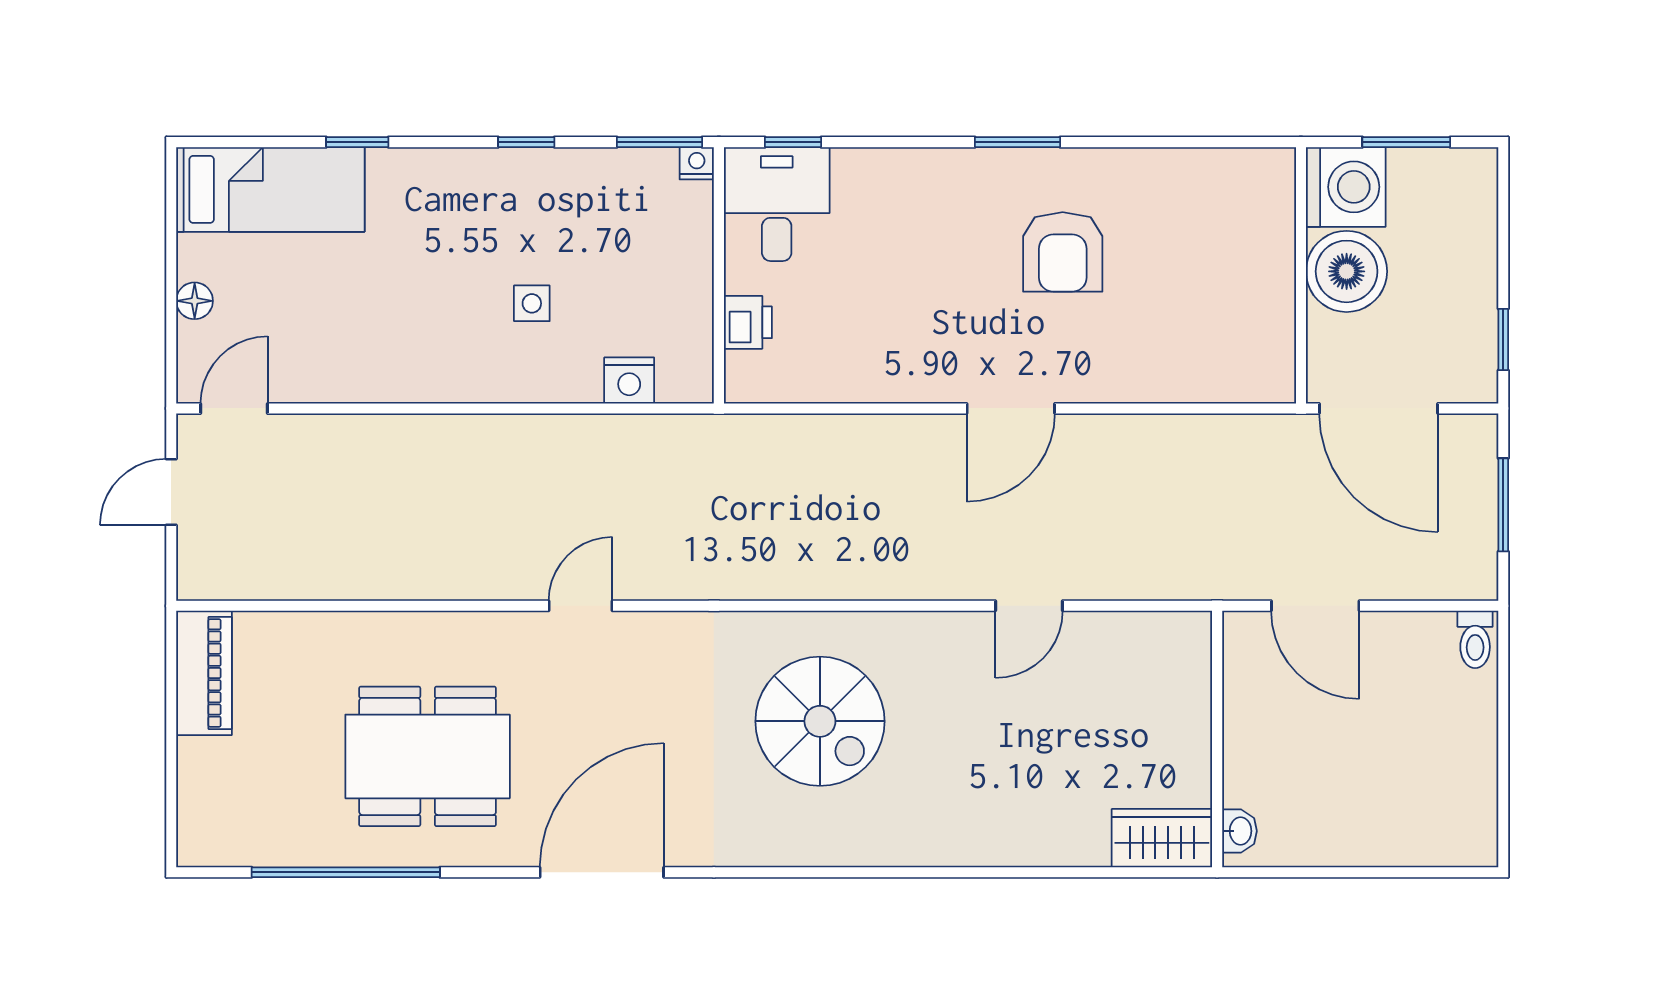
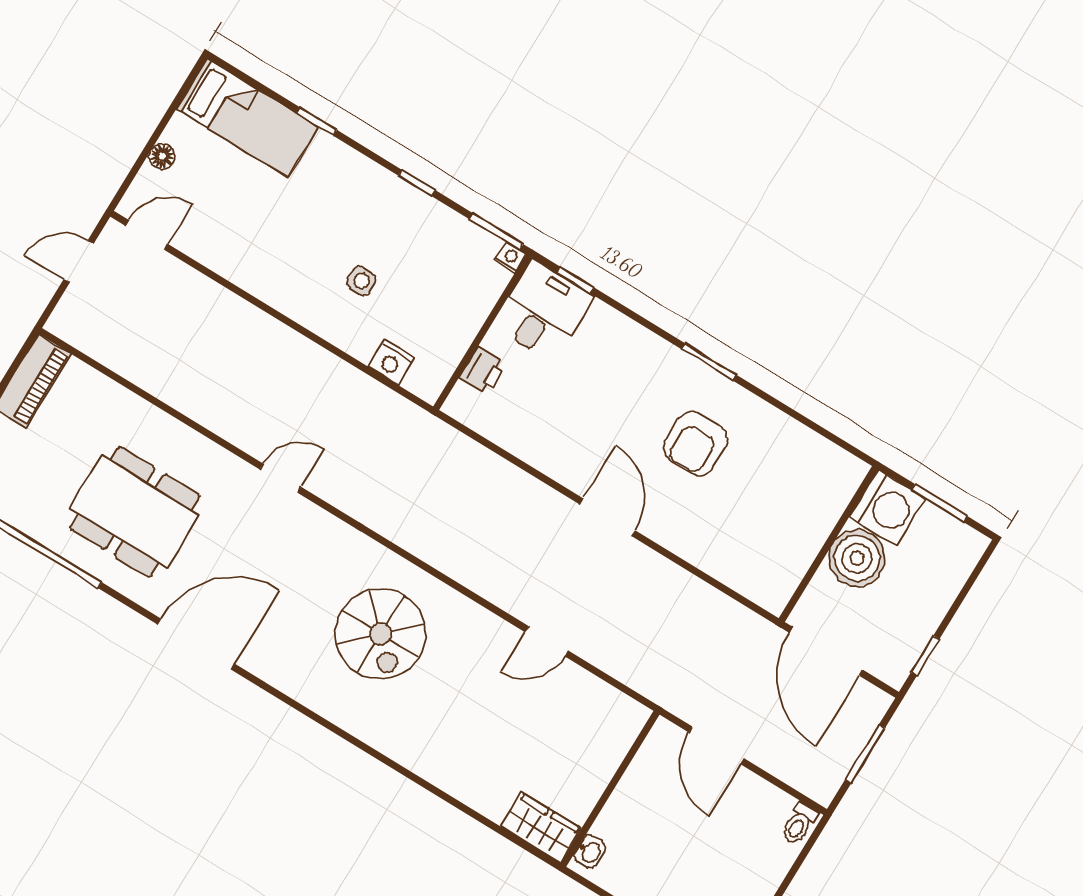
door: (1011, 408) -> (608, 517), swing flipped

